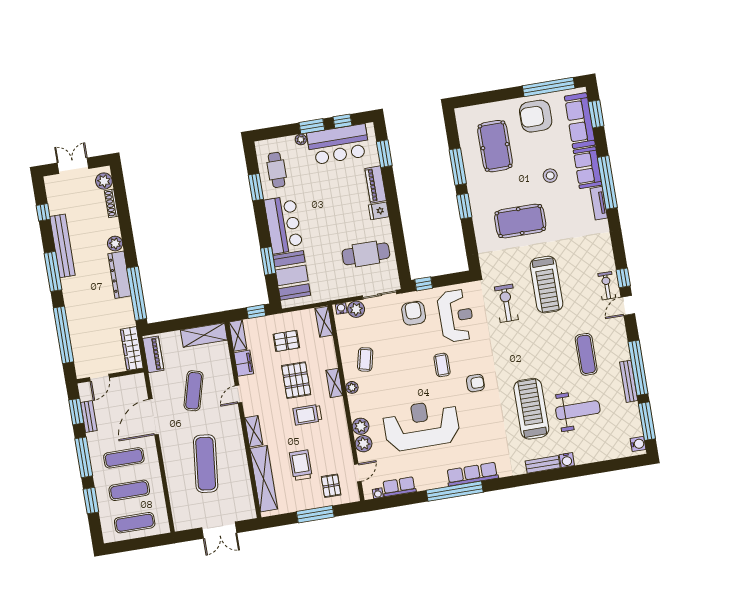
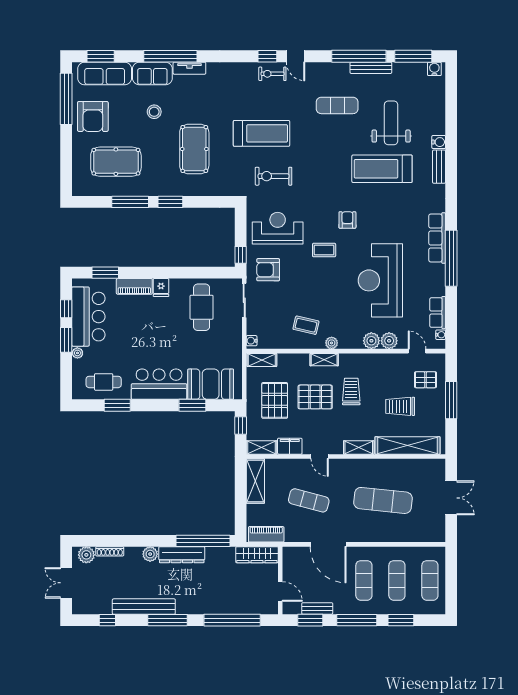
plant: (356, 309) -> (255, 326), removed
pallet: (286, 341) -> (275, 400), width x1.50, depth x1.42
trolley: (307, 415) -> (351, 392), turned 180

